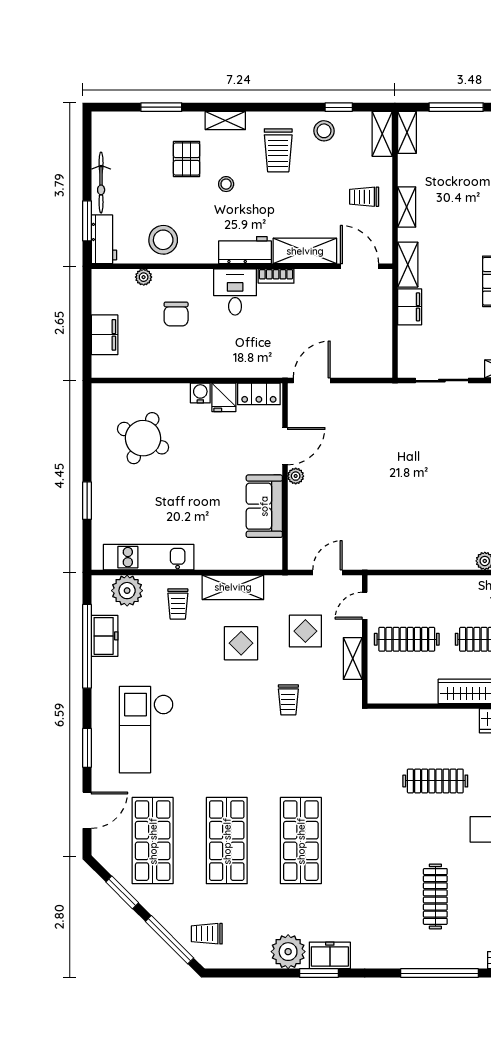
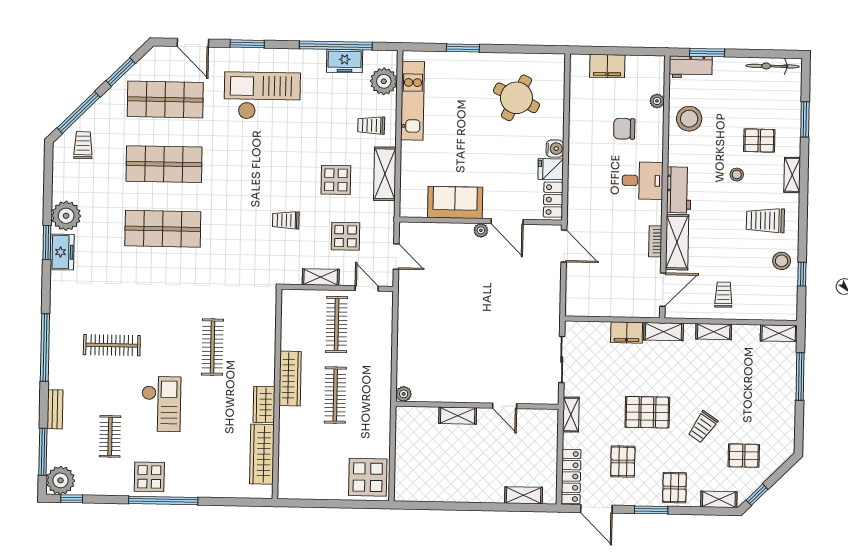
shelving: (382, 134) -> (778, 312), removed
bicycle: (101, 183) -> (773, 66), moved
bookcase: (276, 276) -> (655, 241), moved

